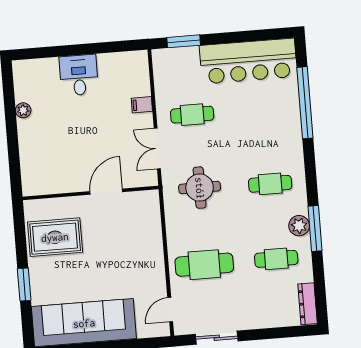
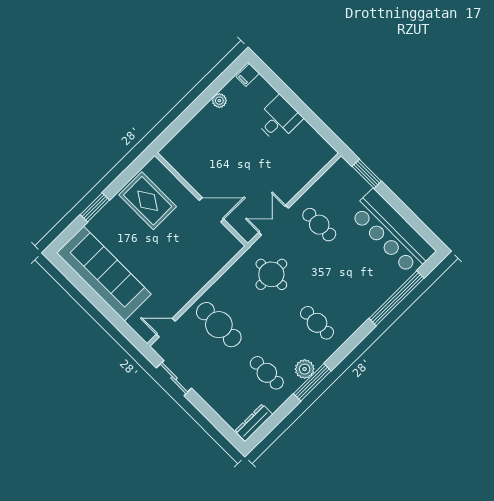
filing cabinet: (142, 105) -> (248, 75), moved, turned -90

